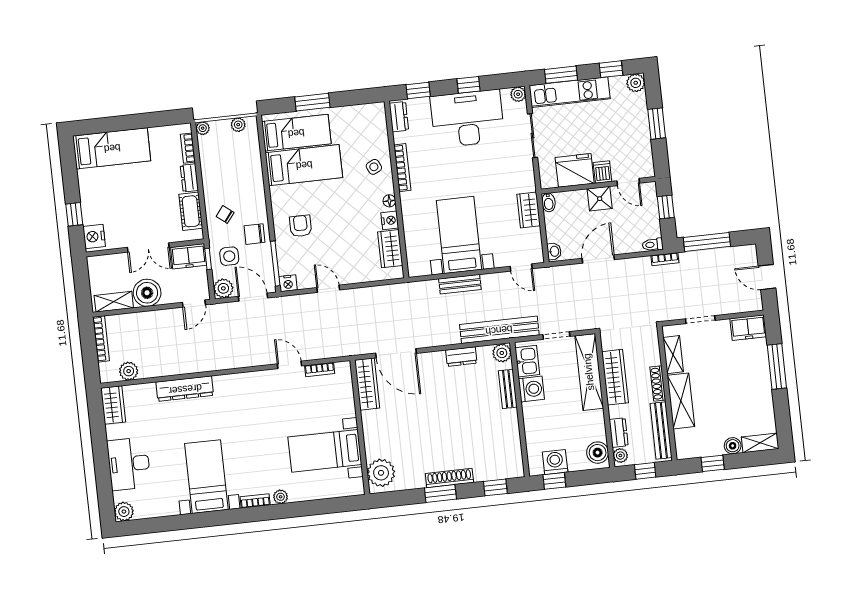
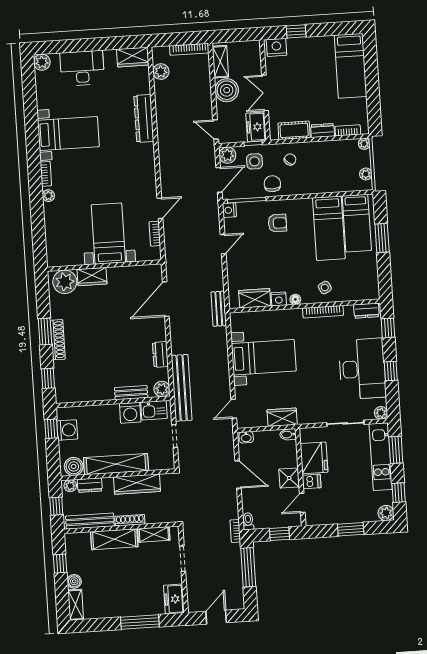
bench: (460, 284) -> (219, 309), moved
shelving: (589, 372) -> (116, 464), moved
wardrobe: (367, 384) -> (92, 277), moved, width x0.67
bed with nightstands: (325, 451) -> (108, 234), moved

